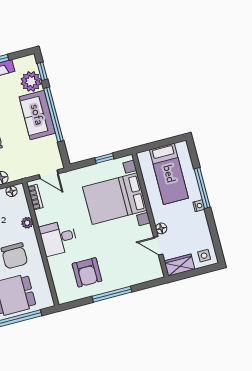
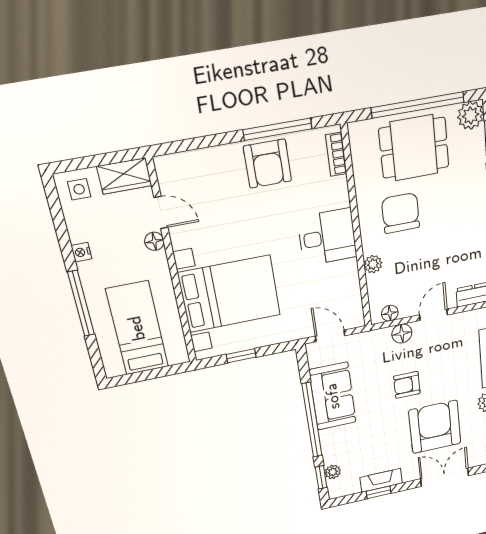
plant: (31, 81) -> (333, 472), width x0.53, depth x0.53
sofa: (37, 115) -> (333, 396), moved
bookcase: (35, 197) -> (336, 154), moved
nightstand: (199, 206) -> (81, 252), moved
armchair: (87, 272) -> (267, 164), moved, turned 180
window: (112, 294) -> (278, 129), moved

